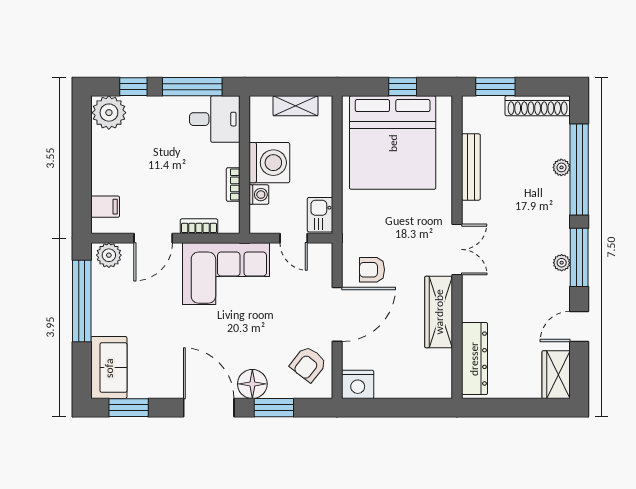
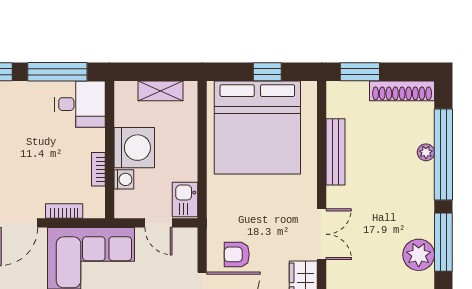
plant: (562, 263) -> (419, 255), width x1.88, depth x1.88

